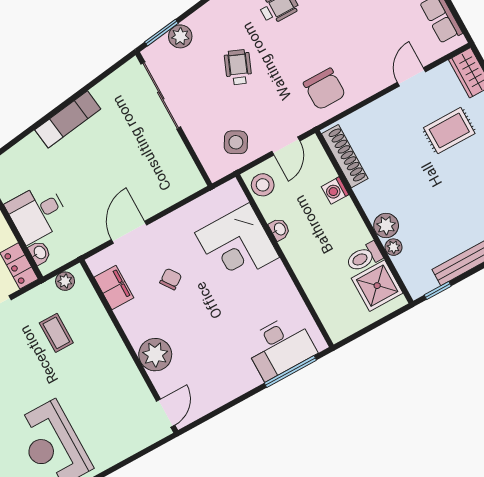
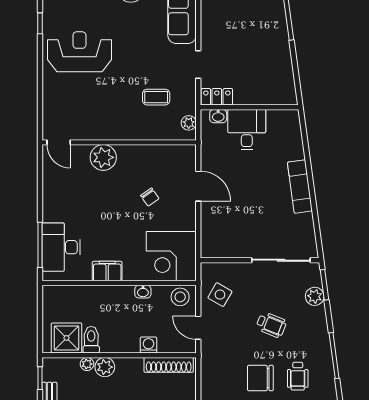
chair: (324, 89) -> (260, 378), moved
corner desk: (237, 245) -> (171, 256), moved, turned -90
filing cabinet: (114, 287) -> (107, 271), moved, turned 180

